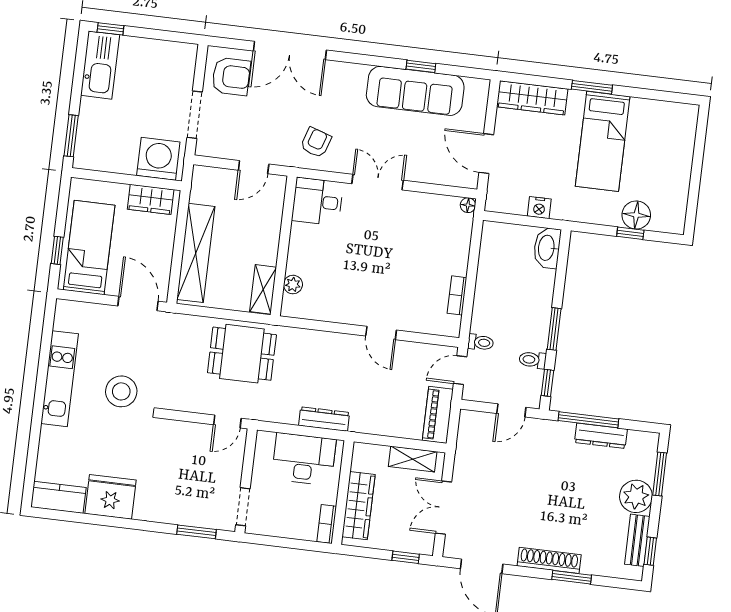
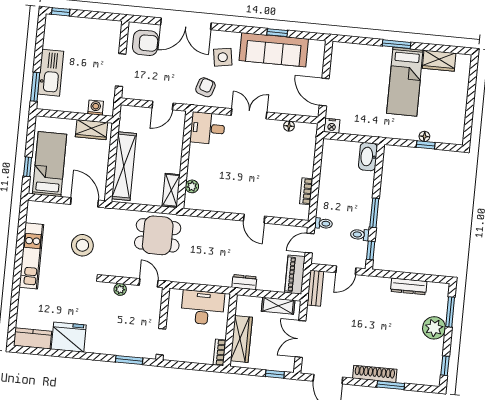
kitchen sink: (100, 65) -> (51, 73), moved
wardrobe: (532, 98) -> (439, 61), moved, width x0.67
side table: (342, 100) -> (223, 57), added
washing machine: (158, 159) -> (96, 108), width x0.53, depth x0.53
floor lamp: (468, 205) -> (289, 126), moved
nightstand: (539, 208) -> (332, 126), moved
floor lamp: (636, 215) -> (424, 136), width x0.53, depth x0.53
stool: (121, 391) -> (82, 245), moved
dresser: (324, 419) -> (244, 282), moved, width x0.70
window: (588, 420) -> (400, 275), removed
door: (227, 422) -> (149, 283), swing flipped
plant: (186, 430) -> (120, 289), added
bench: (637, 540) -> (315, 288), moved

